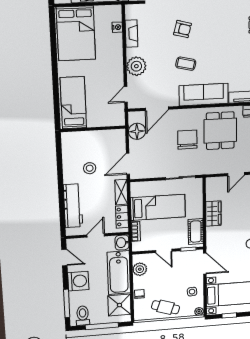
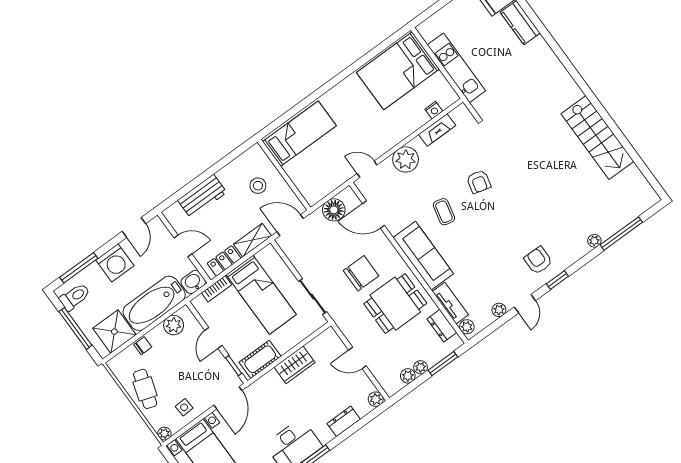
bed: (73, 103) -> (299, 134), moved
wall: (93, 129) -> (284, 175), moved
workbench: (73, 206) -> (202, 196), width x0.73

